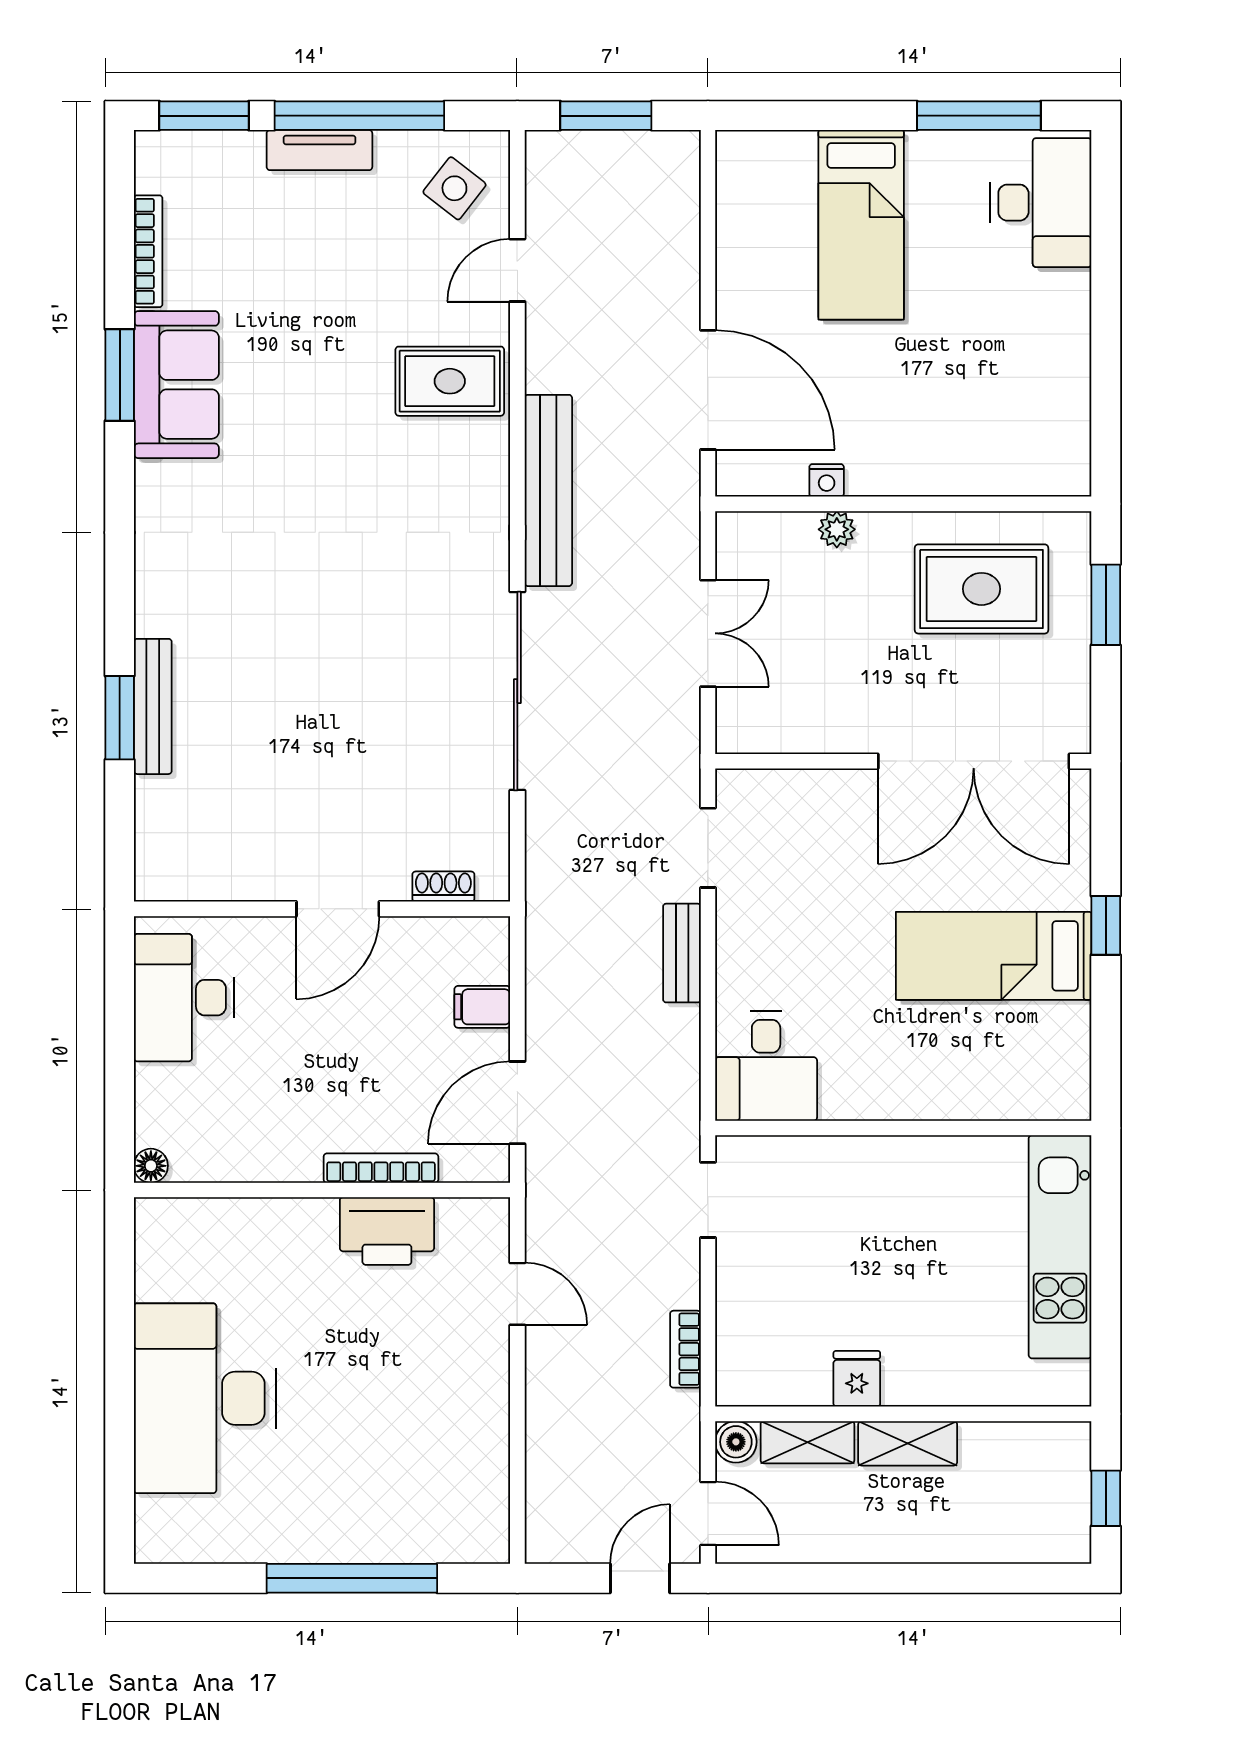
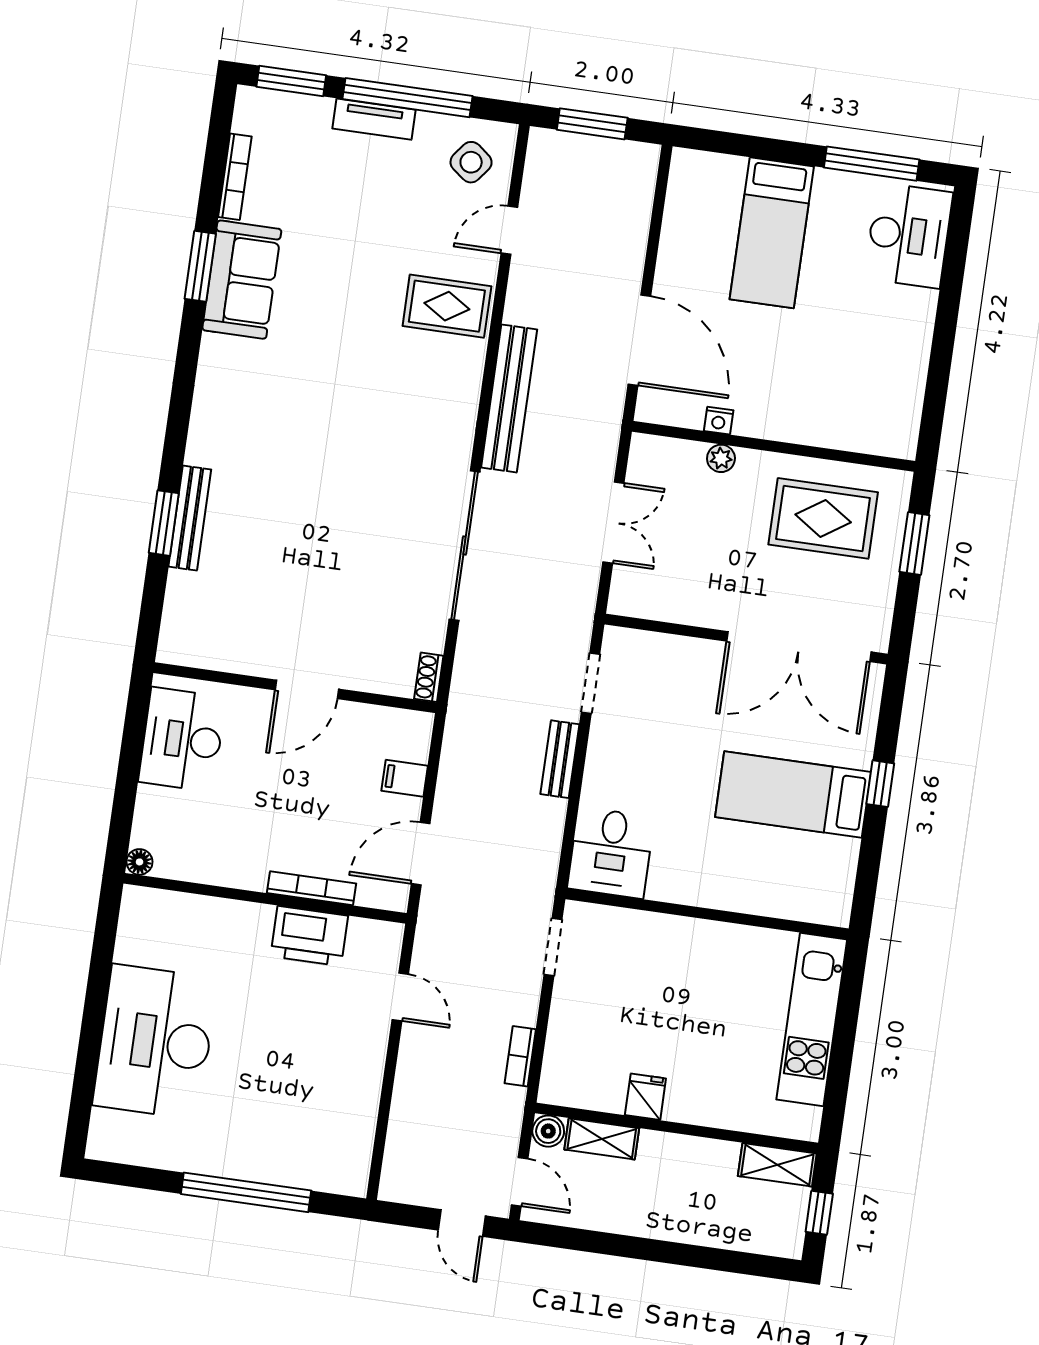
shoe rack: (443, 887) -> (429, 677), moved, turned -90
shelving: (908, 1443) -> (777, 1165), moved
door: (640, 1578) -> (462, 1223), swing flipped

